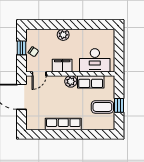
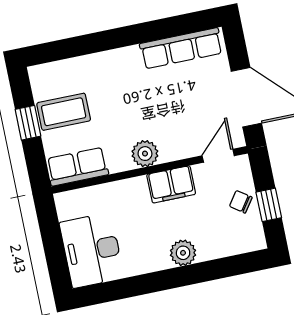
desk: (95, 60) -> (92, 250), moved, turned -90
row of seats: (91, 82) -> (77, 167), moved
row of seats: (63, 124) -> (181, 48), moved

